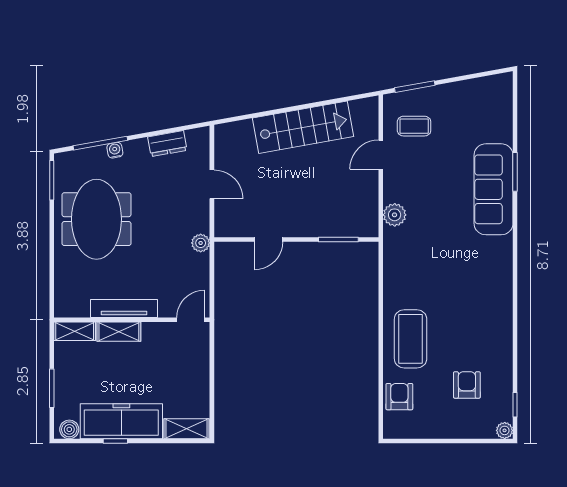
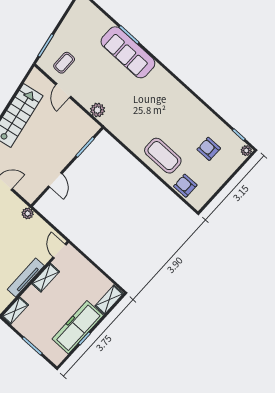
shelving: (119, 332) -> (46, 278), moved
boiler: (69, 429) -> (59, 355), removed

